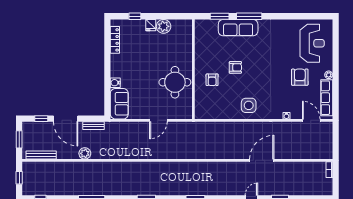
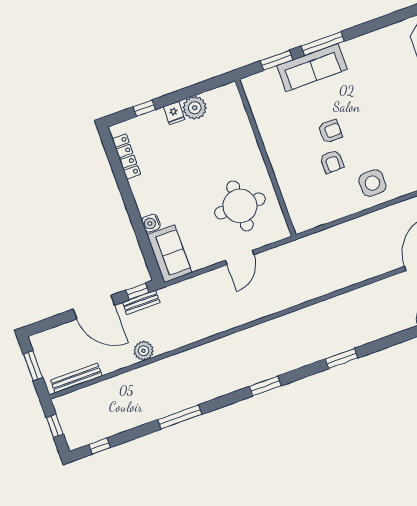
armchair: (212, 80) -> (332, 162), moved
round table: (175, 82) -> (240, 206), moved
window: (41, 119) -> (137, 291), moved

